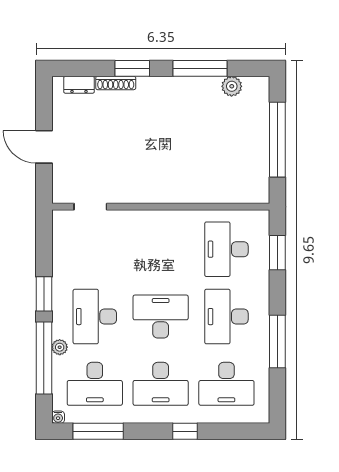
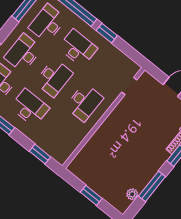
window: (277, 140) -> (91, 195), width x0.47
desk: (226, 249) -> (84, 102), moved, turned 90
plant: (60, 347) -> (77, 21), removed

